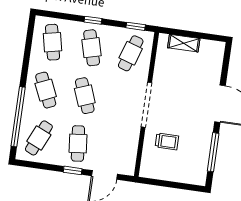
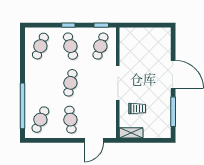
cafe table: (53, 42) -> (40, 46), turned 33
shelving: (184, 43) -> (131, 133), moved
cafe table: (46, 90) -> (40, 83), removed
cafe table: (85, 96) -> (70, 83), turned 33
window: (73, 170) -> (69, 140), removed

